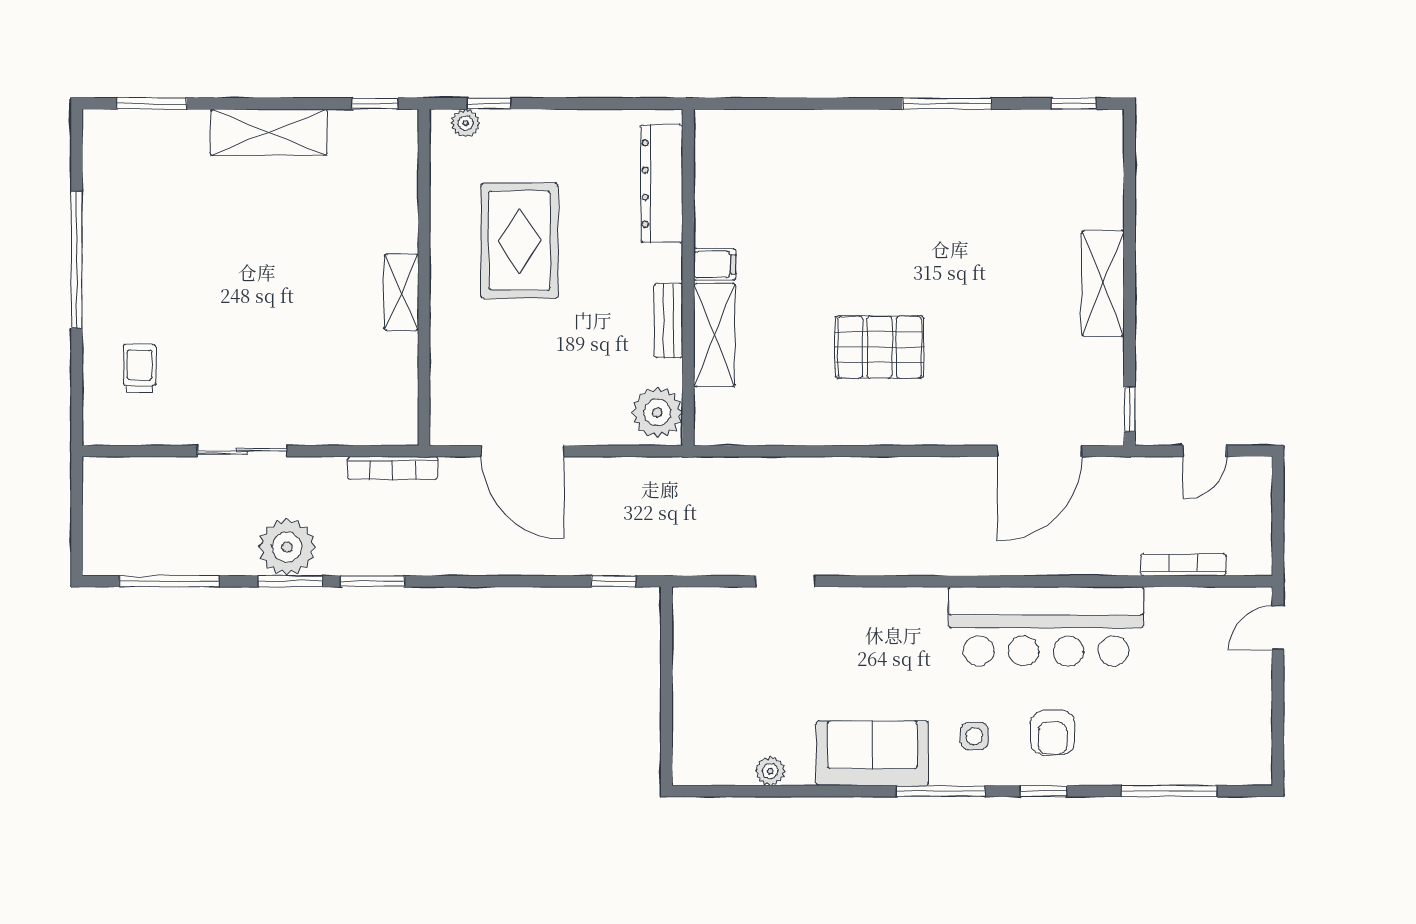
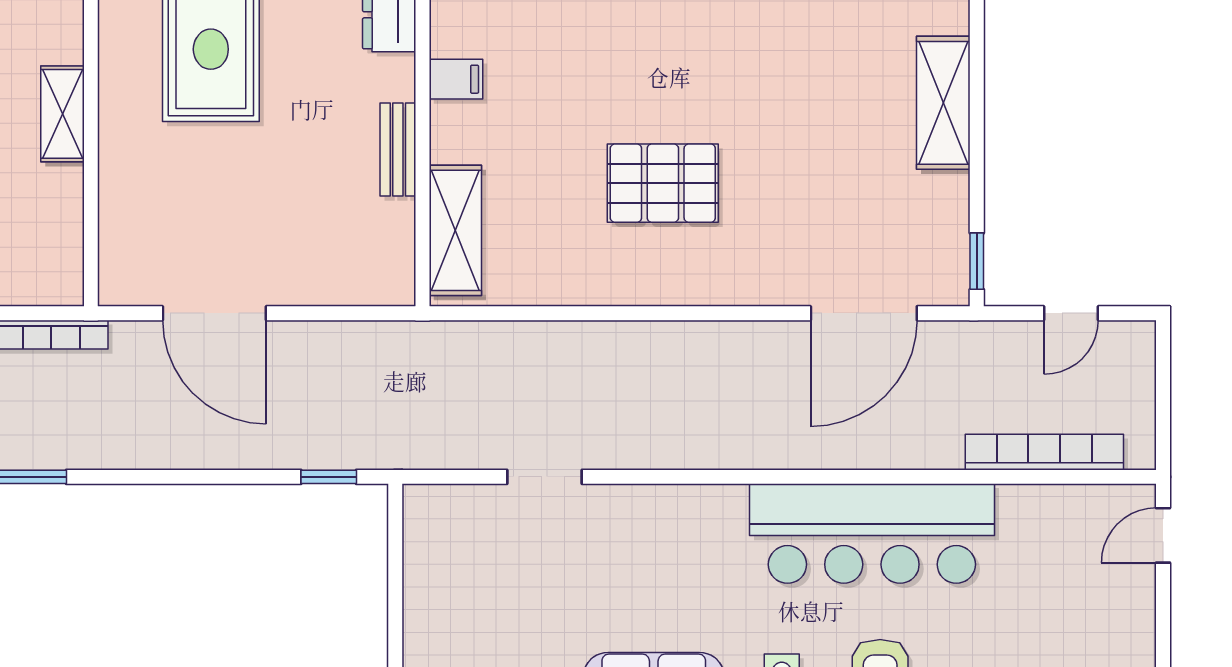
shelving: (714, 335) -> (455, 230), moved
plant: (657, 412) -> (384, 265), removed
bookcase: (1183, 565) -> (1044, 452), width x1.48, depth x1.31

